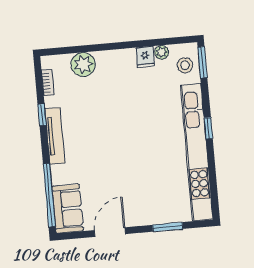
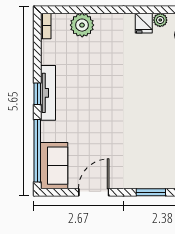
bookcase: (48, 82) -> (46, 26), moved
window: (42, 115) -> (37, 94), moved

